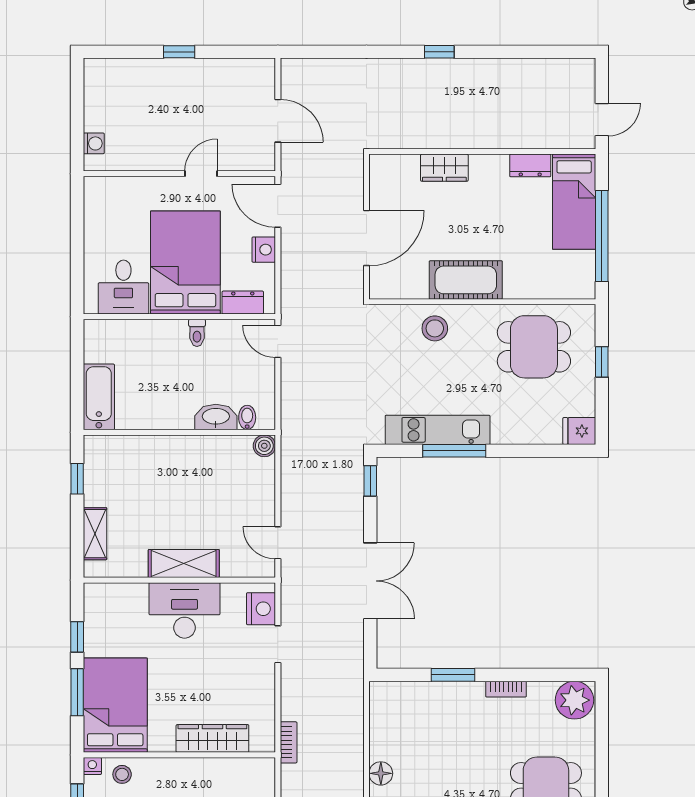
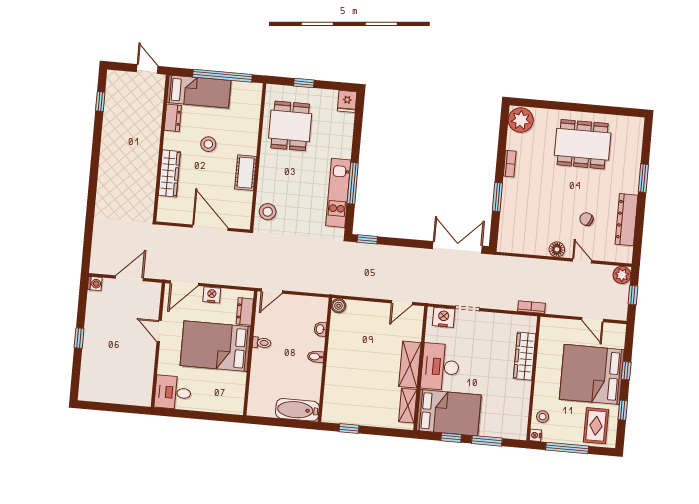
window: (439, 52) -> (100, 102), moved
washing machine: (94, 143) -> (95, 284), moved, turned 90
wardrobe: (444, 168) -> (169, 173), width x1.50
stool: (495, 224) -> (208, 144), added
cot: (466, 280) -> (246, 173), width x0.73, depth x0.75
desk: (123, 287) -> (173, 392), moved, turned 180
stool: (435, 328) -> (268, 212), moved
washbasin: (216, 417) -> (320, 329), width x0.52, depth x0.69
bidet: (247, 417) -> (316, 357), moved
shelving: (95, 534) -> (408, 406), moved, turned 90
double door: (370, 581) -> (457, 247), moved
bed: (115, 705) -> (449, 413), moved, turned 180

